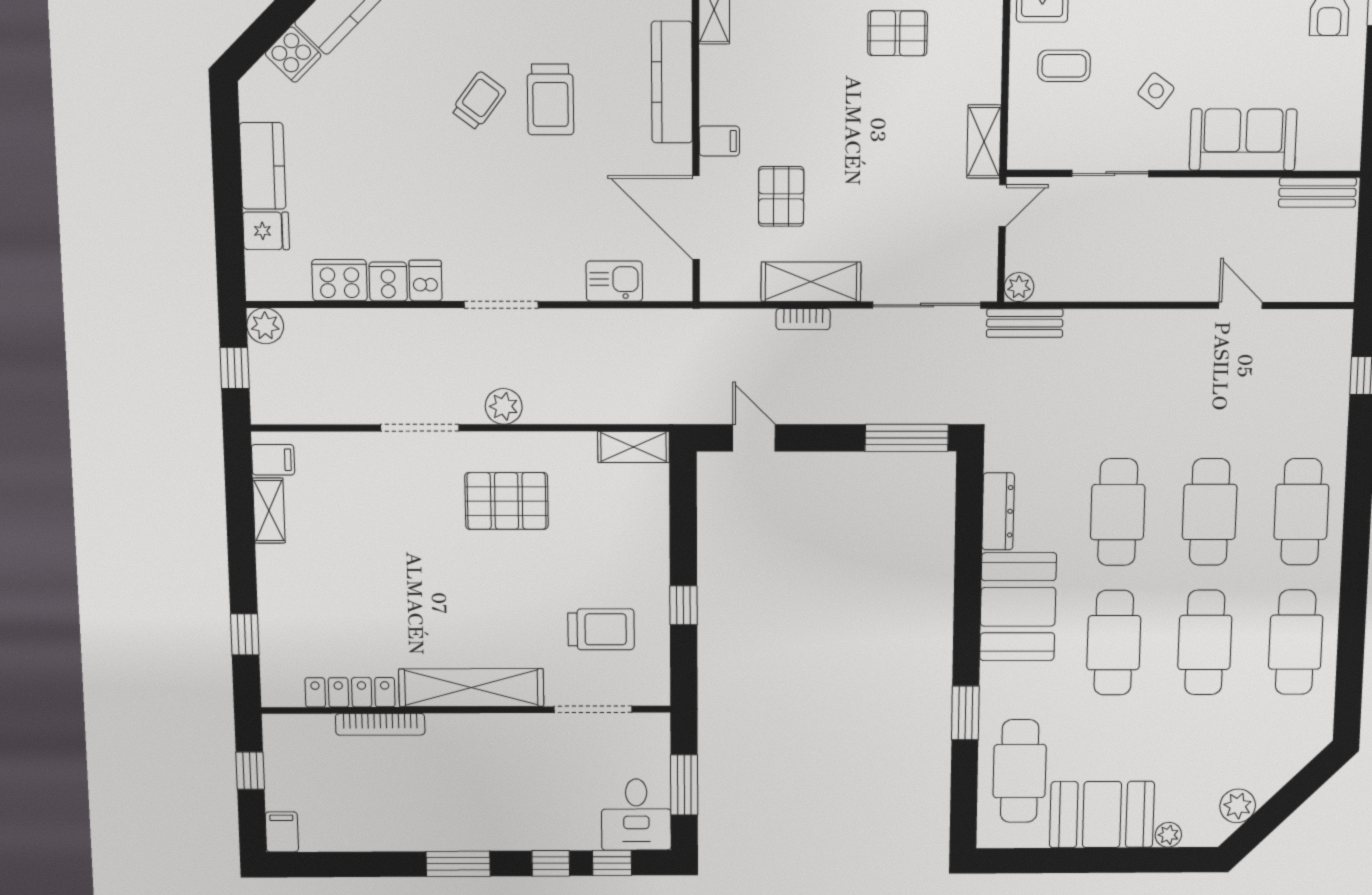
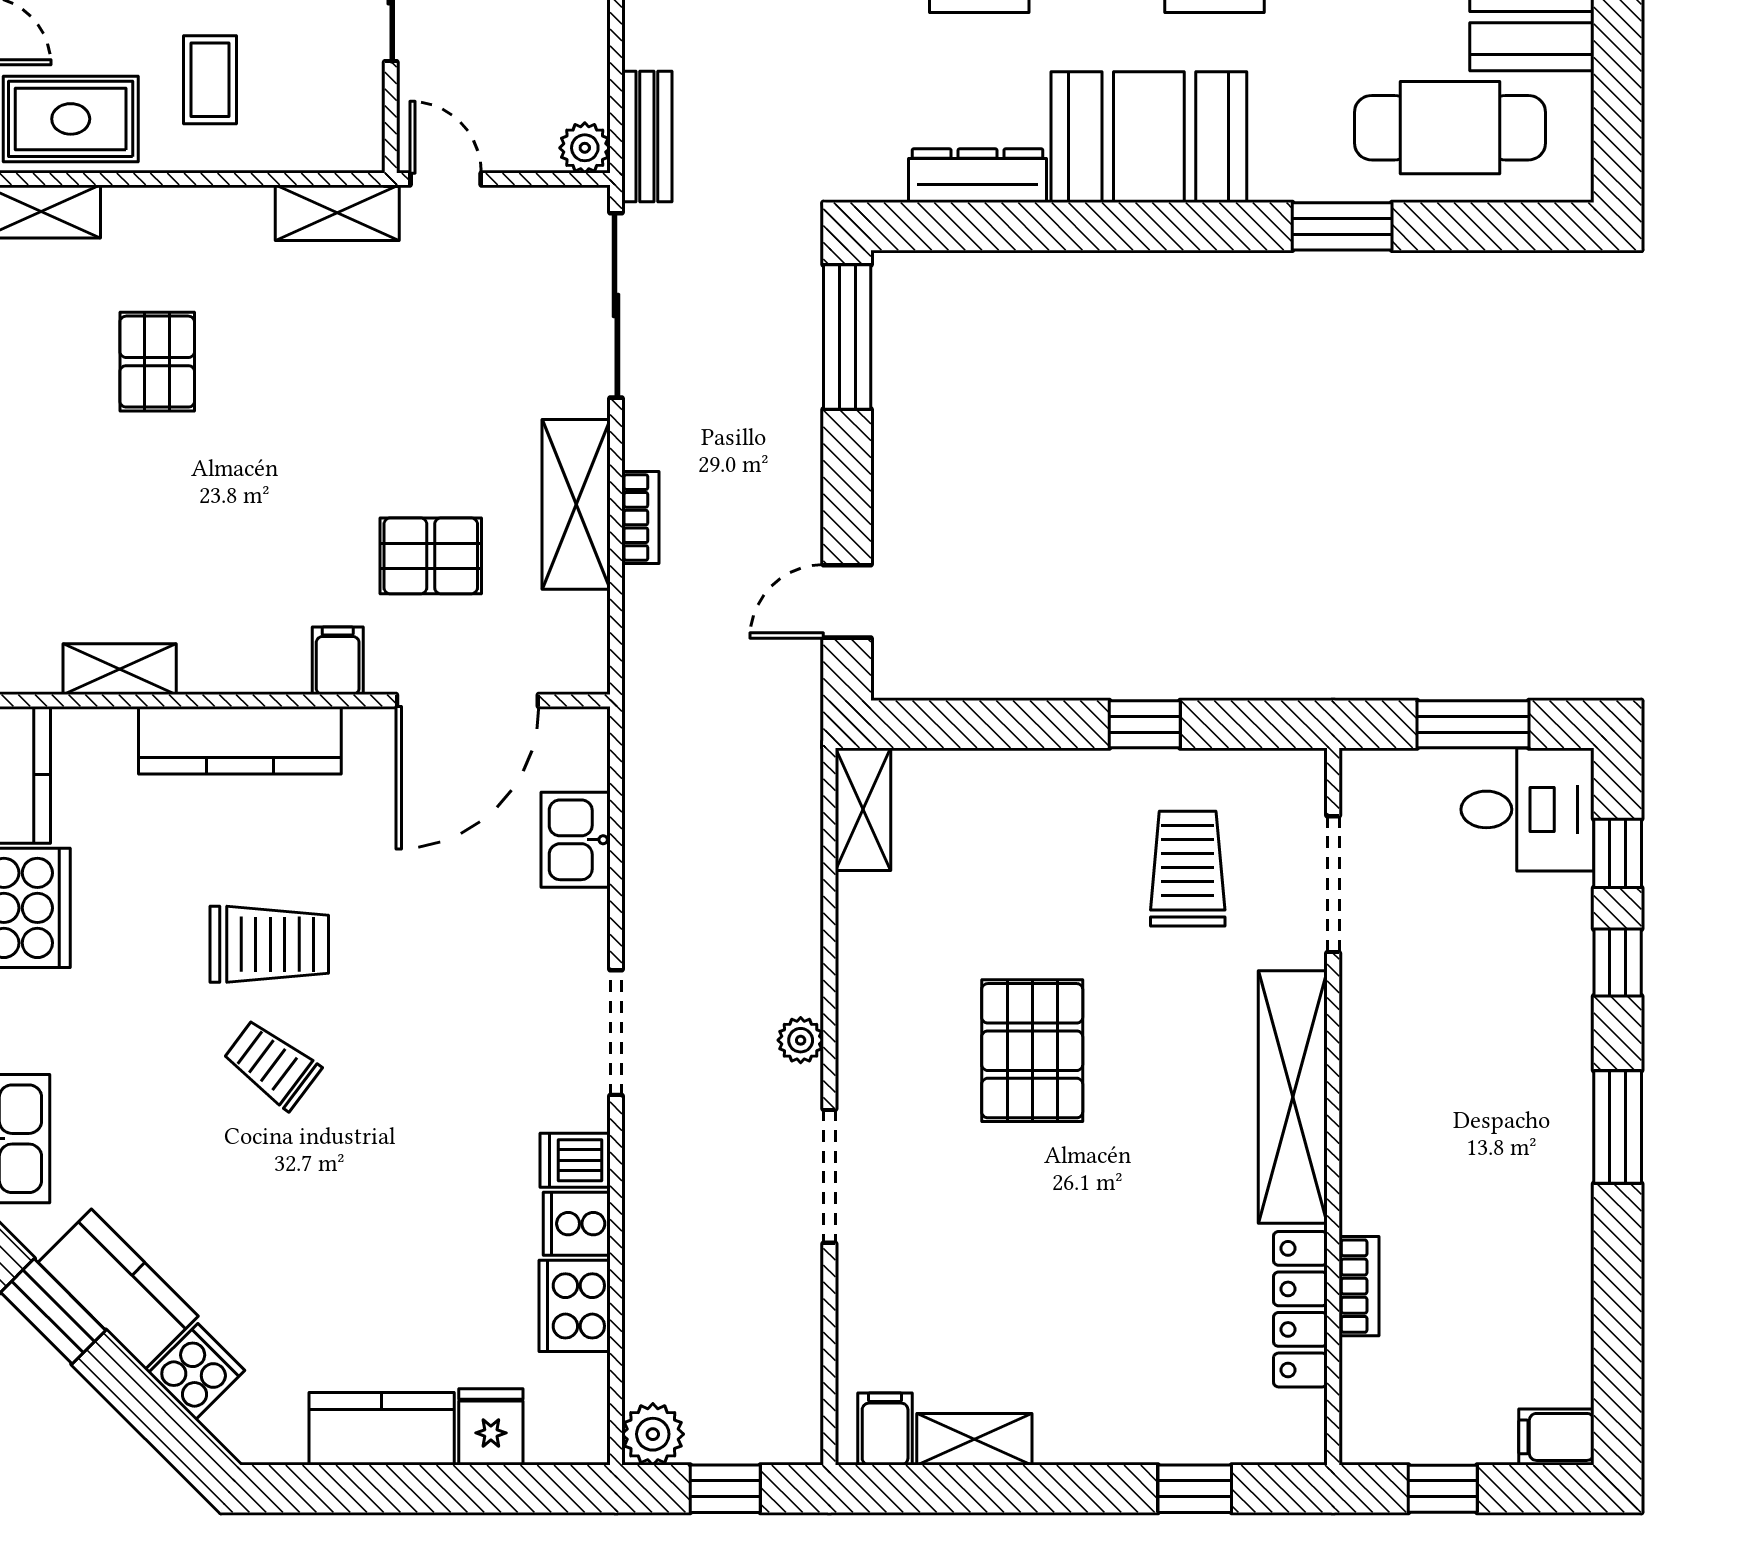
plant: (504, 406) -> (801, 1040), width x0.73, depth x0.73
pallet: (507, 501) -> (1032, 1051), moved
bookcase: (380, 724) -> (1359, 1286), width x0.64

